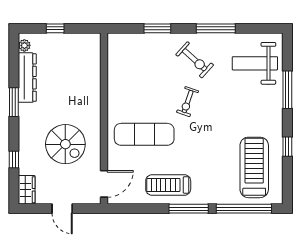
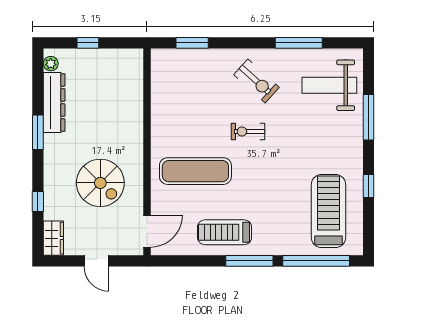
window: (157, 28) -> (192, 43), moved
window: (216, 28) -> (299, 43), moved
exercise bike: (188, 102) -> (248, 131), turned 71

